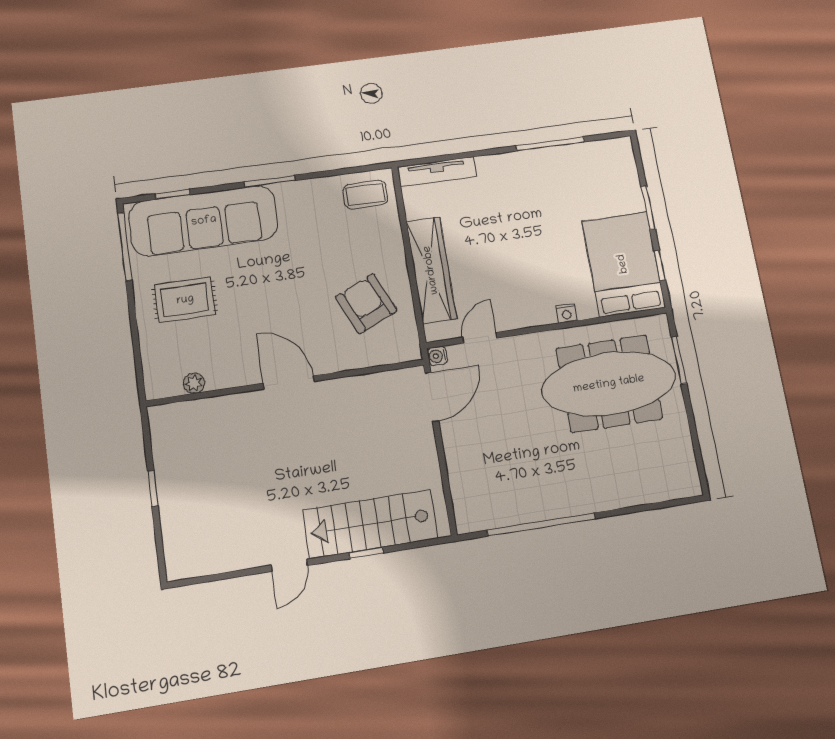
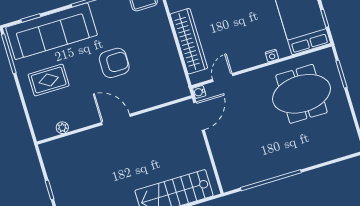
armchair: (366, 304) -> (114, 63), moved, turned 114
meeting table: (609, 384) -> (301, 94), width x0.73

